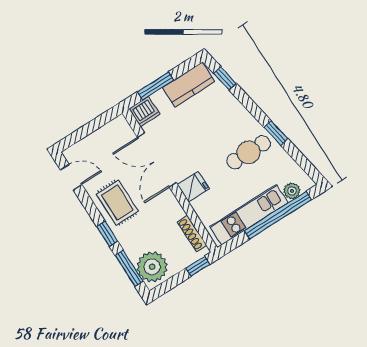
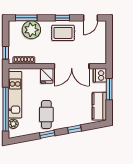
window: (225, 78) -> (74, 129), moved
double door: (157, 160) -> (72, 66), swing flipped
window: (107, 234) -> (62, 18), moved
plant: (152, 267) -> (31, 30), moved

